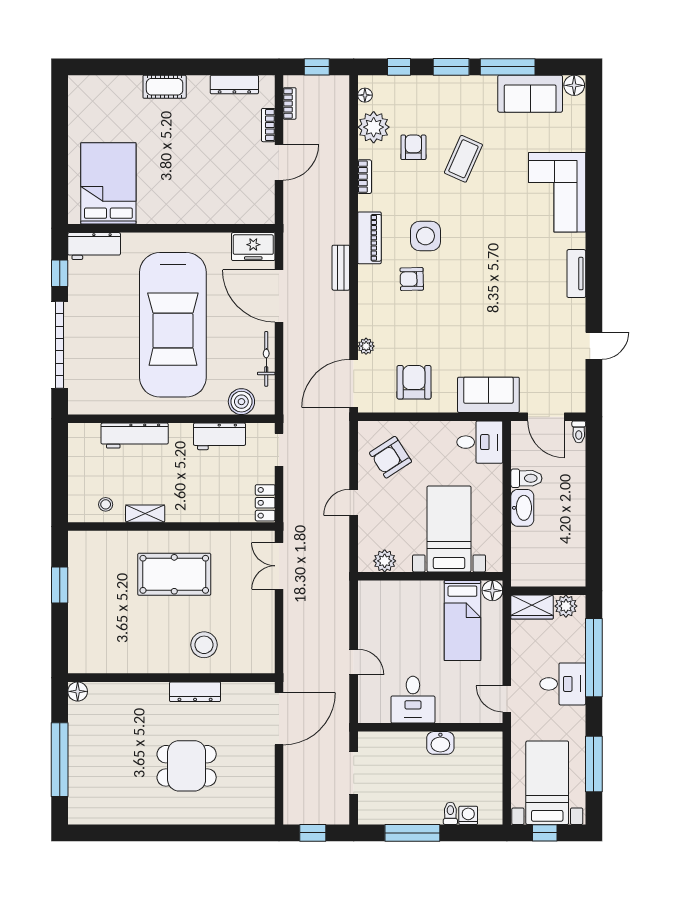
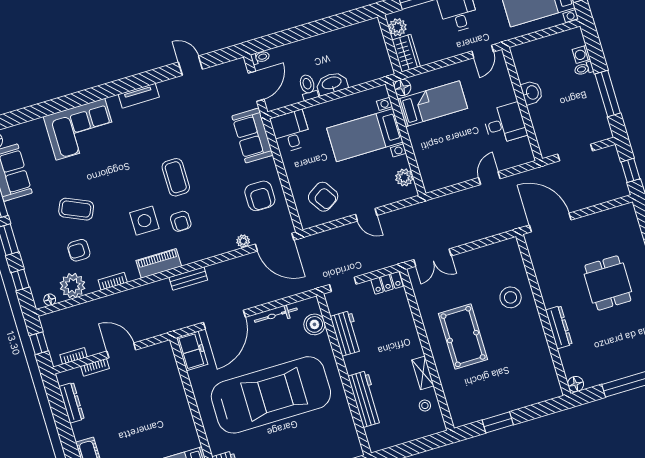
coffee table: (466, 289) -> (176, 177), added
armchair: (414, 382) -> (260, 196), turned -90
dresser: (195, 692) -> (559, 327), moved

